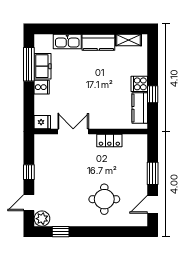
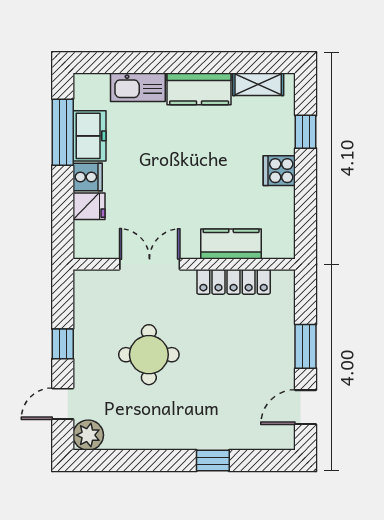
window: (153, 94) -> (306, 132), moved
kitchen counter: (140, 108) -> (231, 244), moved, turned 90
fridge: (42, 122) -> (89, 206), moved
locker: (109, 141) -> (234, 282), width x1.53
round table: (104, 199) -> (149, 355), moved
window: (61, 232) -> (213, 461), moved

